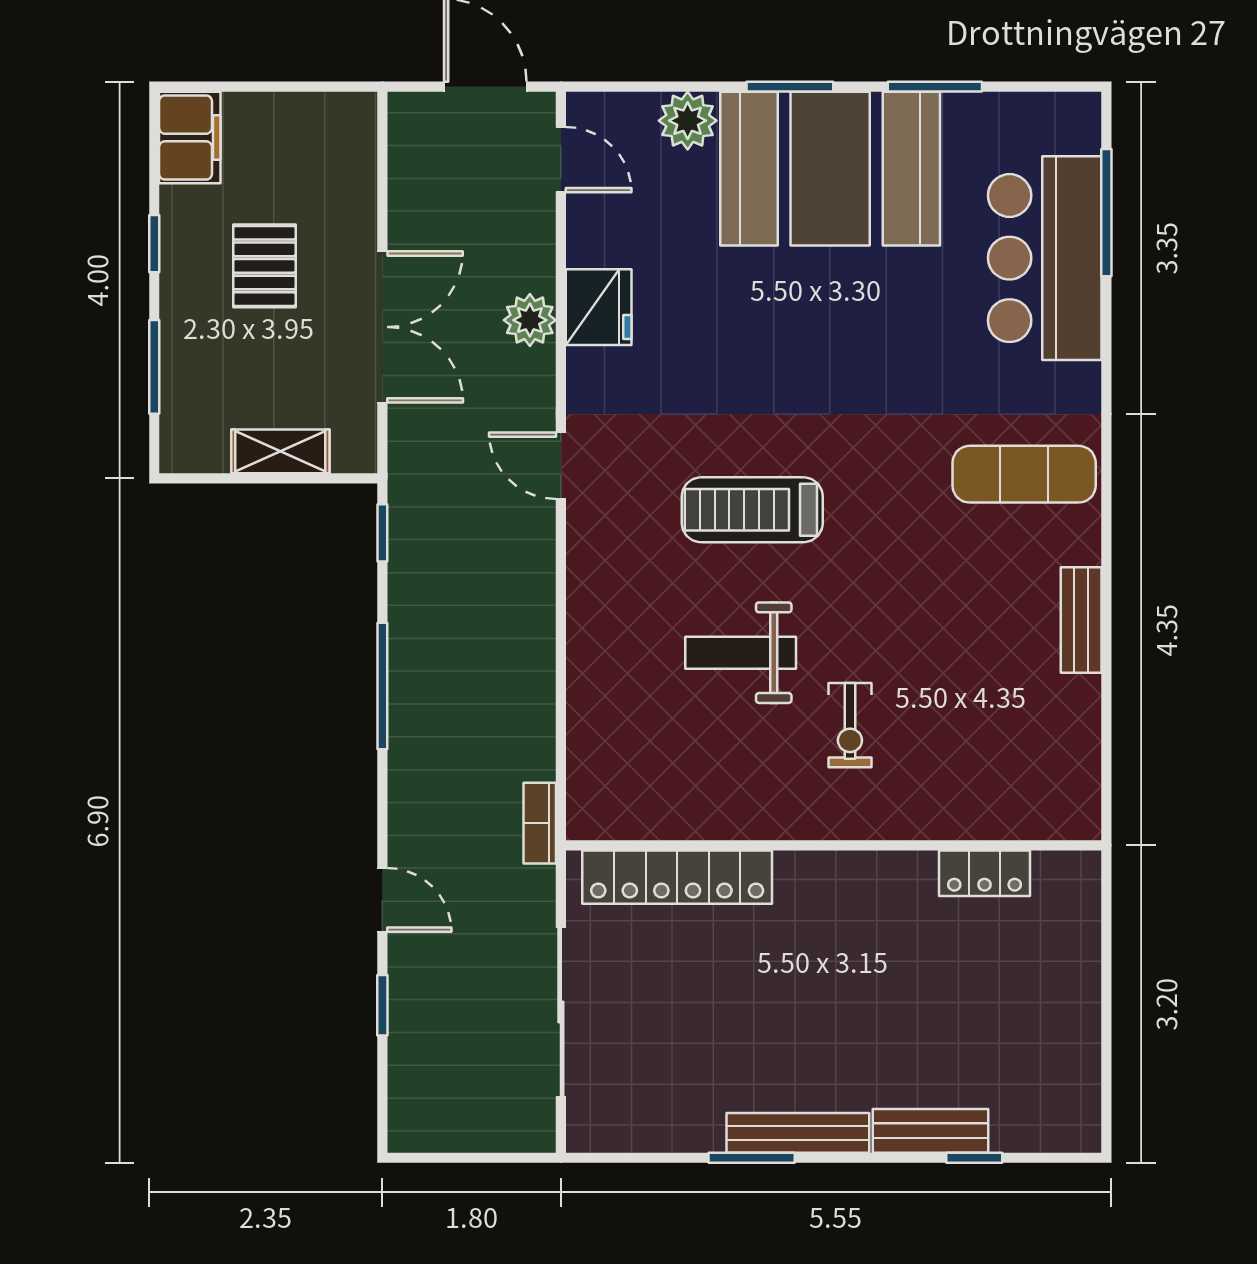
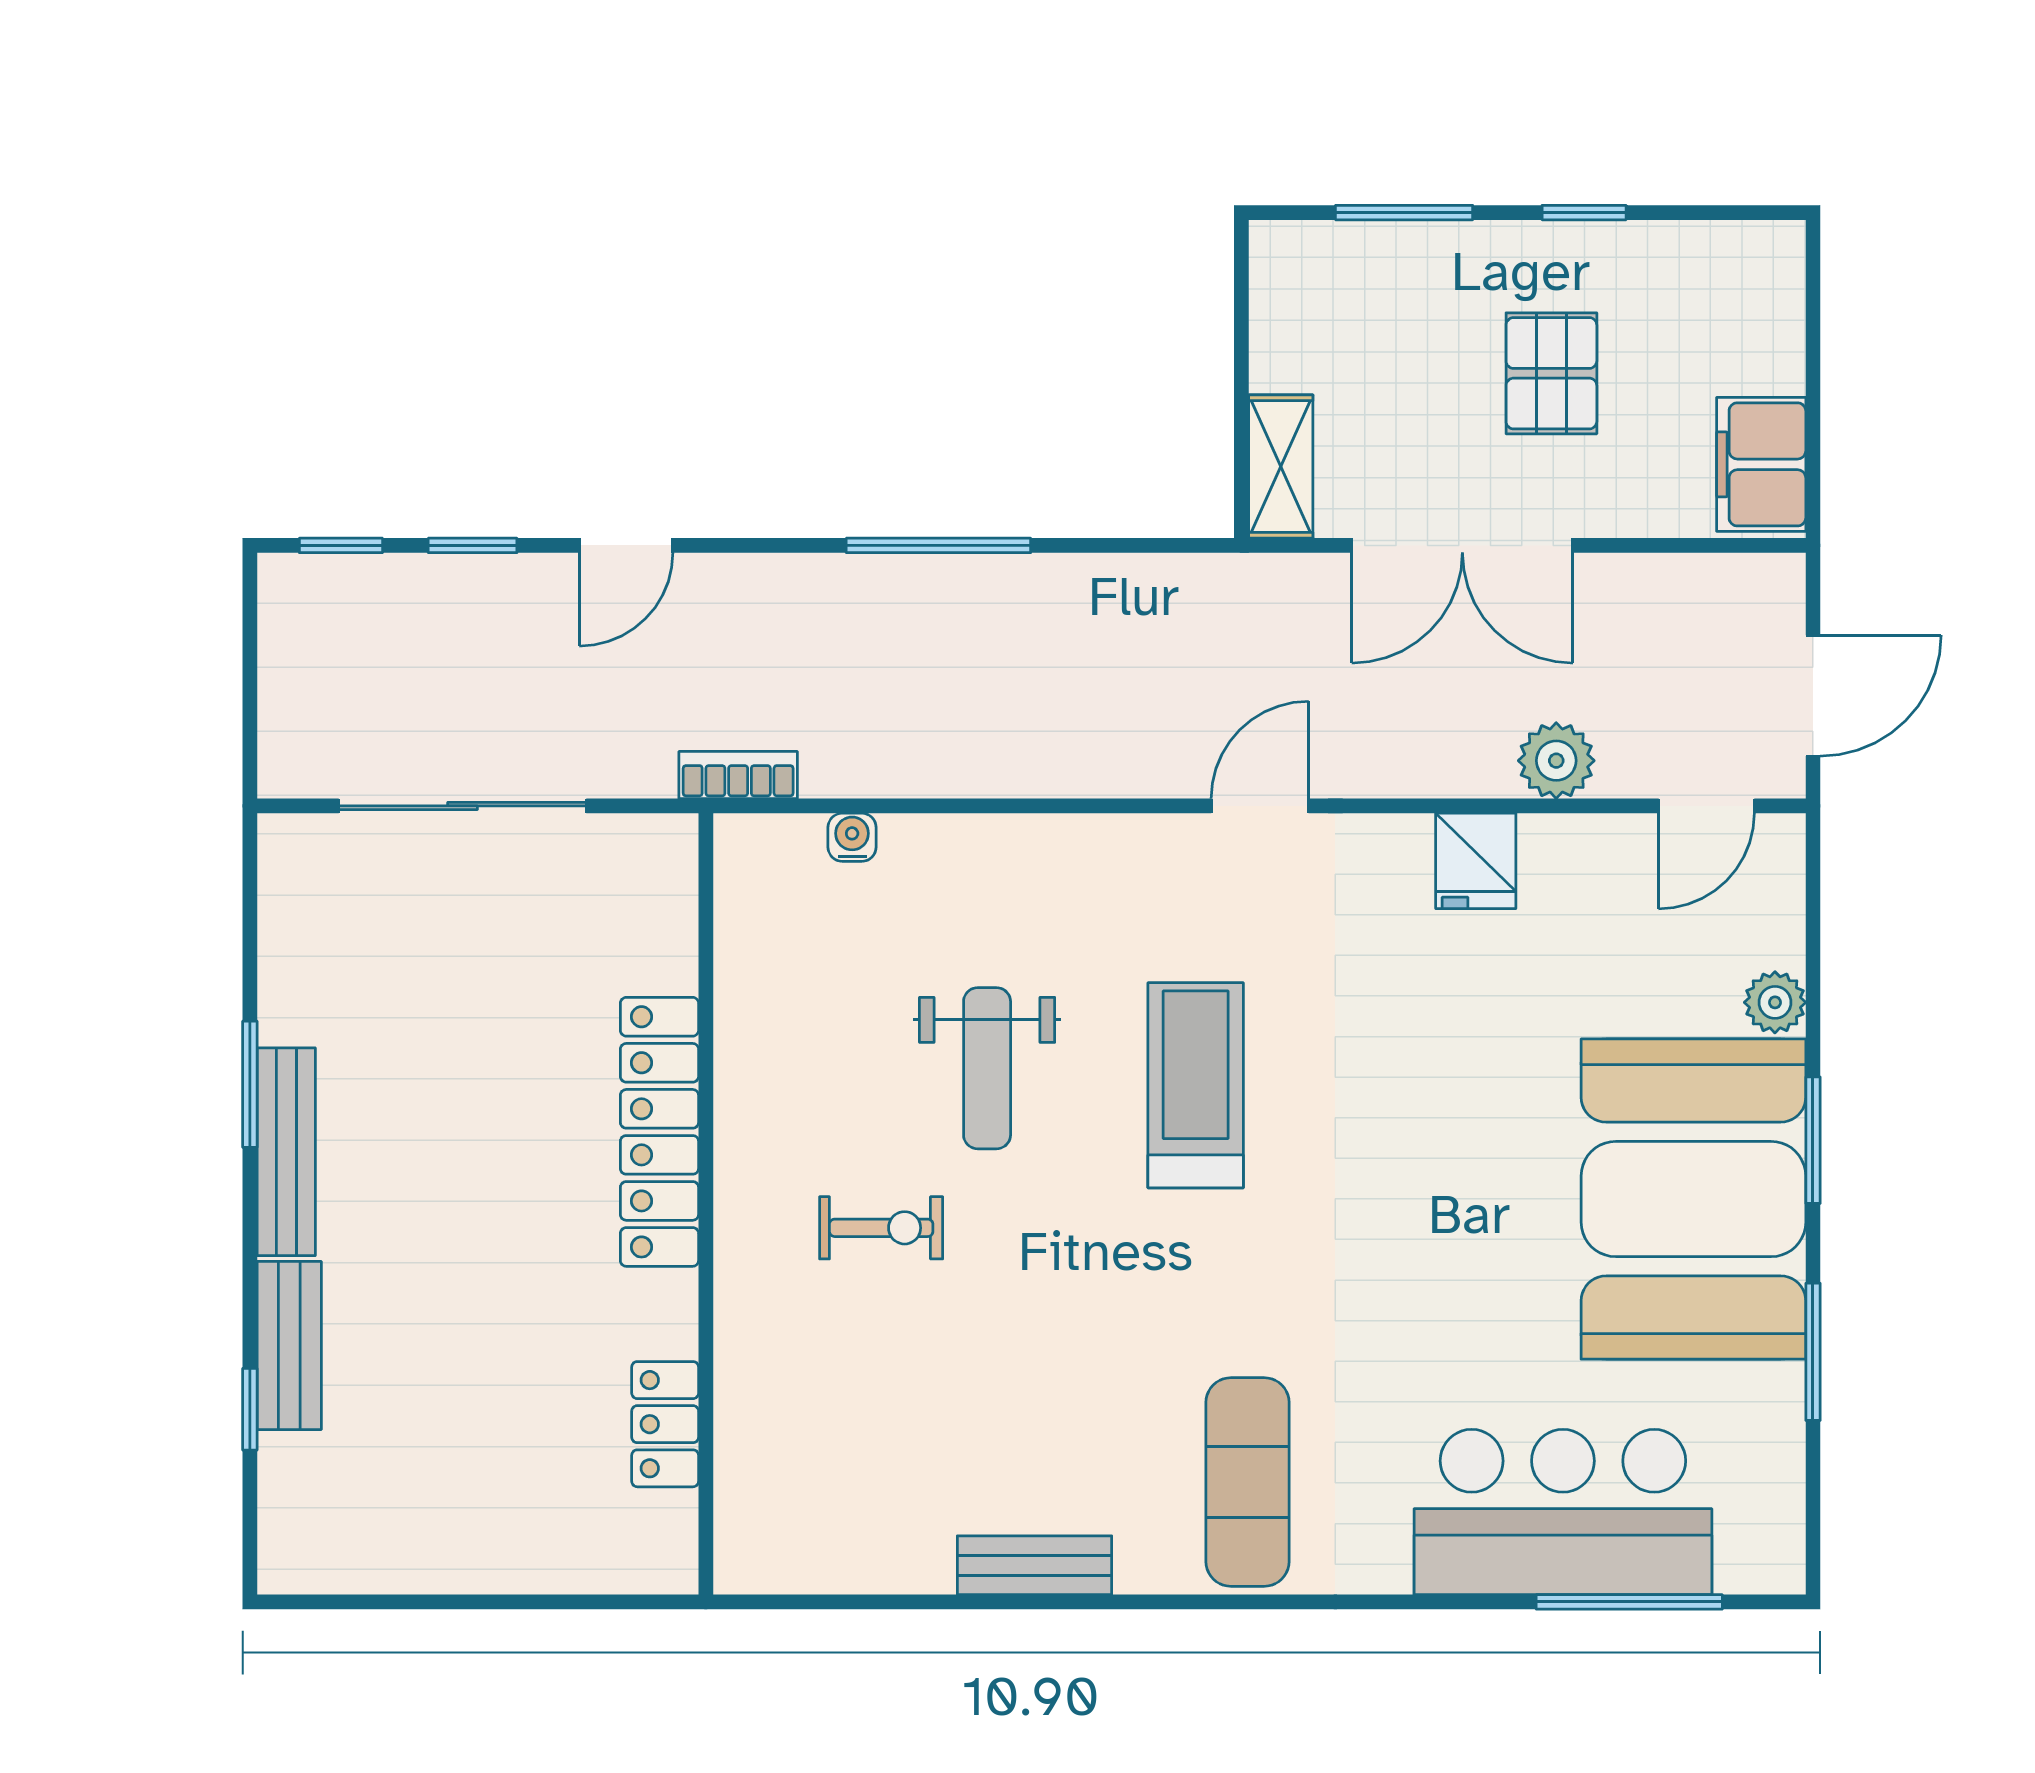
plant: (688, 121) -> (1775, 1002), width x0.73, depth x0.73
filing cabinet: (190, 138) -> (1761, 464), moved, turned 90
pallet: (264, 266) -> (1551, 373), turned 90
fridge: (599, 307) -> (1476, 861), width x0.72
plant: (530, 320) -> (1556, 761), moved
shelving: (280, 451) -> (1281, 467), moved
window: (382, 533) -> (341, 545), moved
weight bench: (741, 653) -> (987, 1068), turned 180
exercise bike: (850, 725) -> (881, 1228), turned 180
water cooler: (582, 745) -> (852, 837), added
locker: (677, 877) -> (659, 1132), moved

